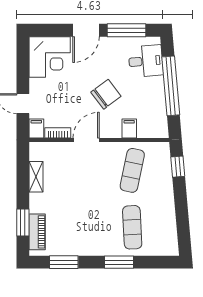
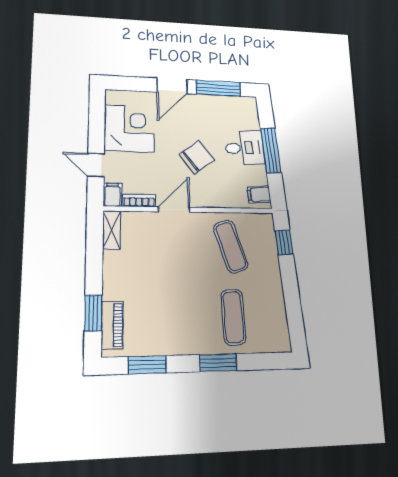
corner desk: (50, 57) -> (129, 128), moved, turned -90
desk: (146, 61) -> (245, 148), moved
window: (171, 86) -> (271, 150), width x0.68
filing cabinet: (129, 128) -> (259, 195), moved, turned -95
exercise mat: (132, 170) -> (231, 247), turned -30
shelving: (36, 177) -> (112, 230), moved

